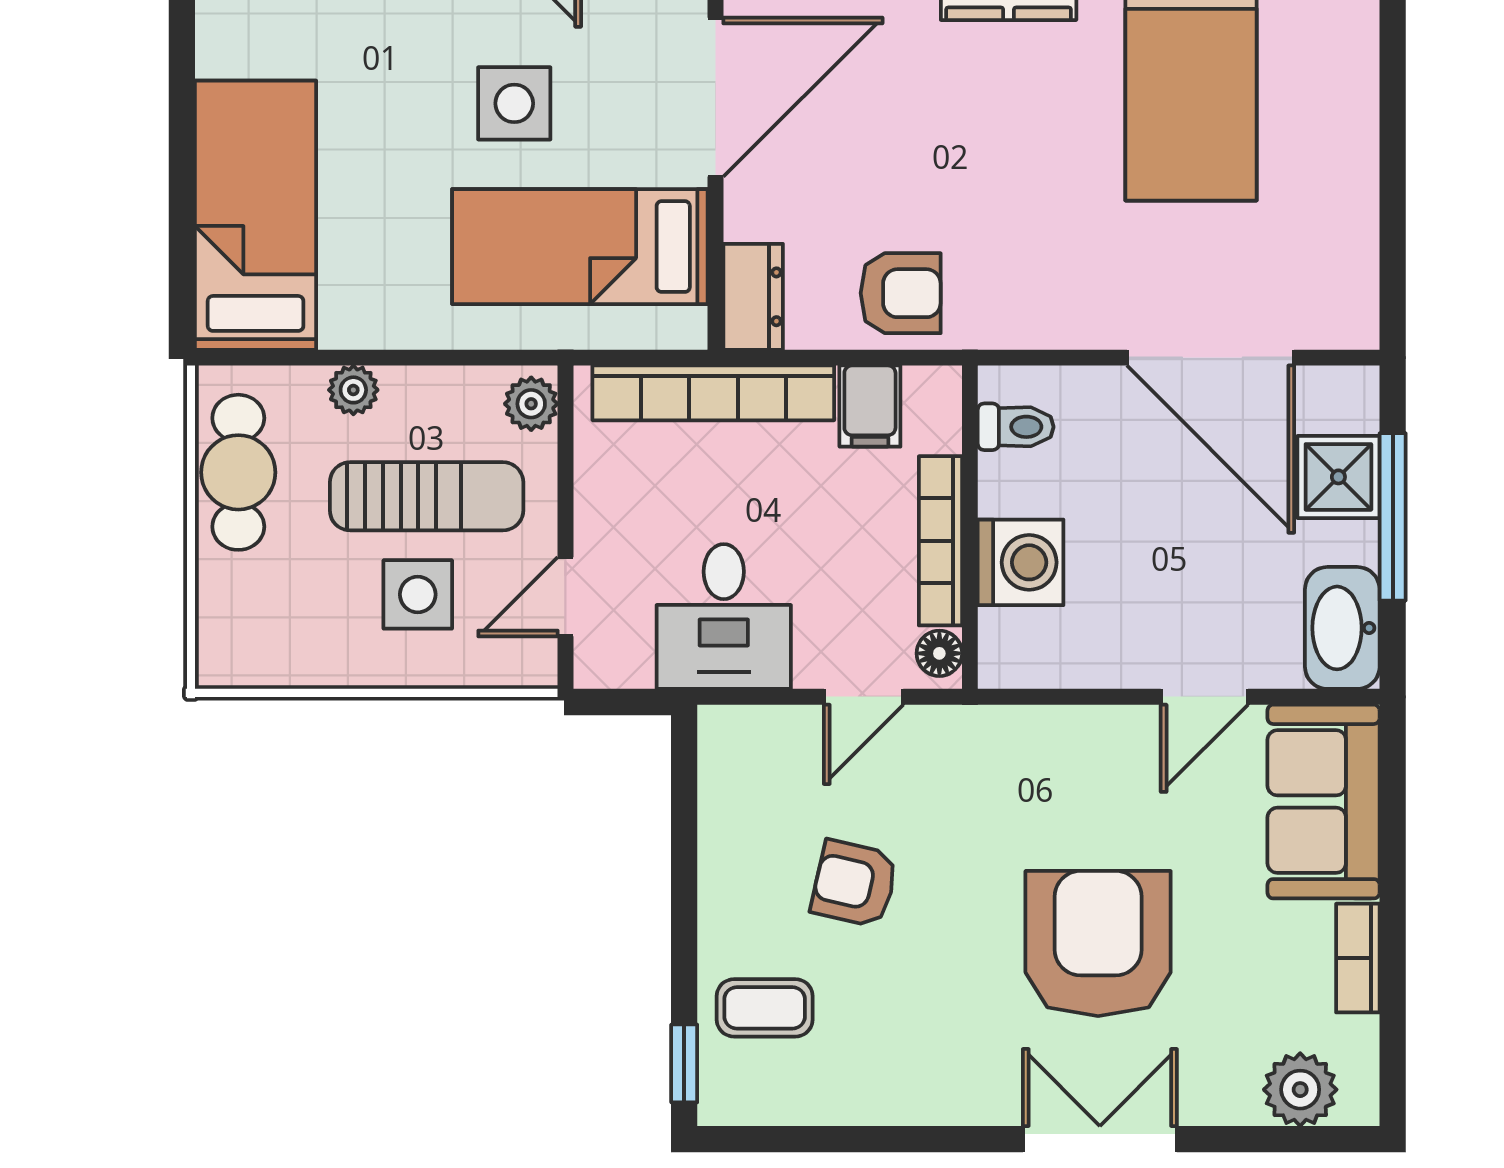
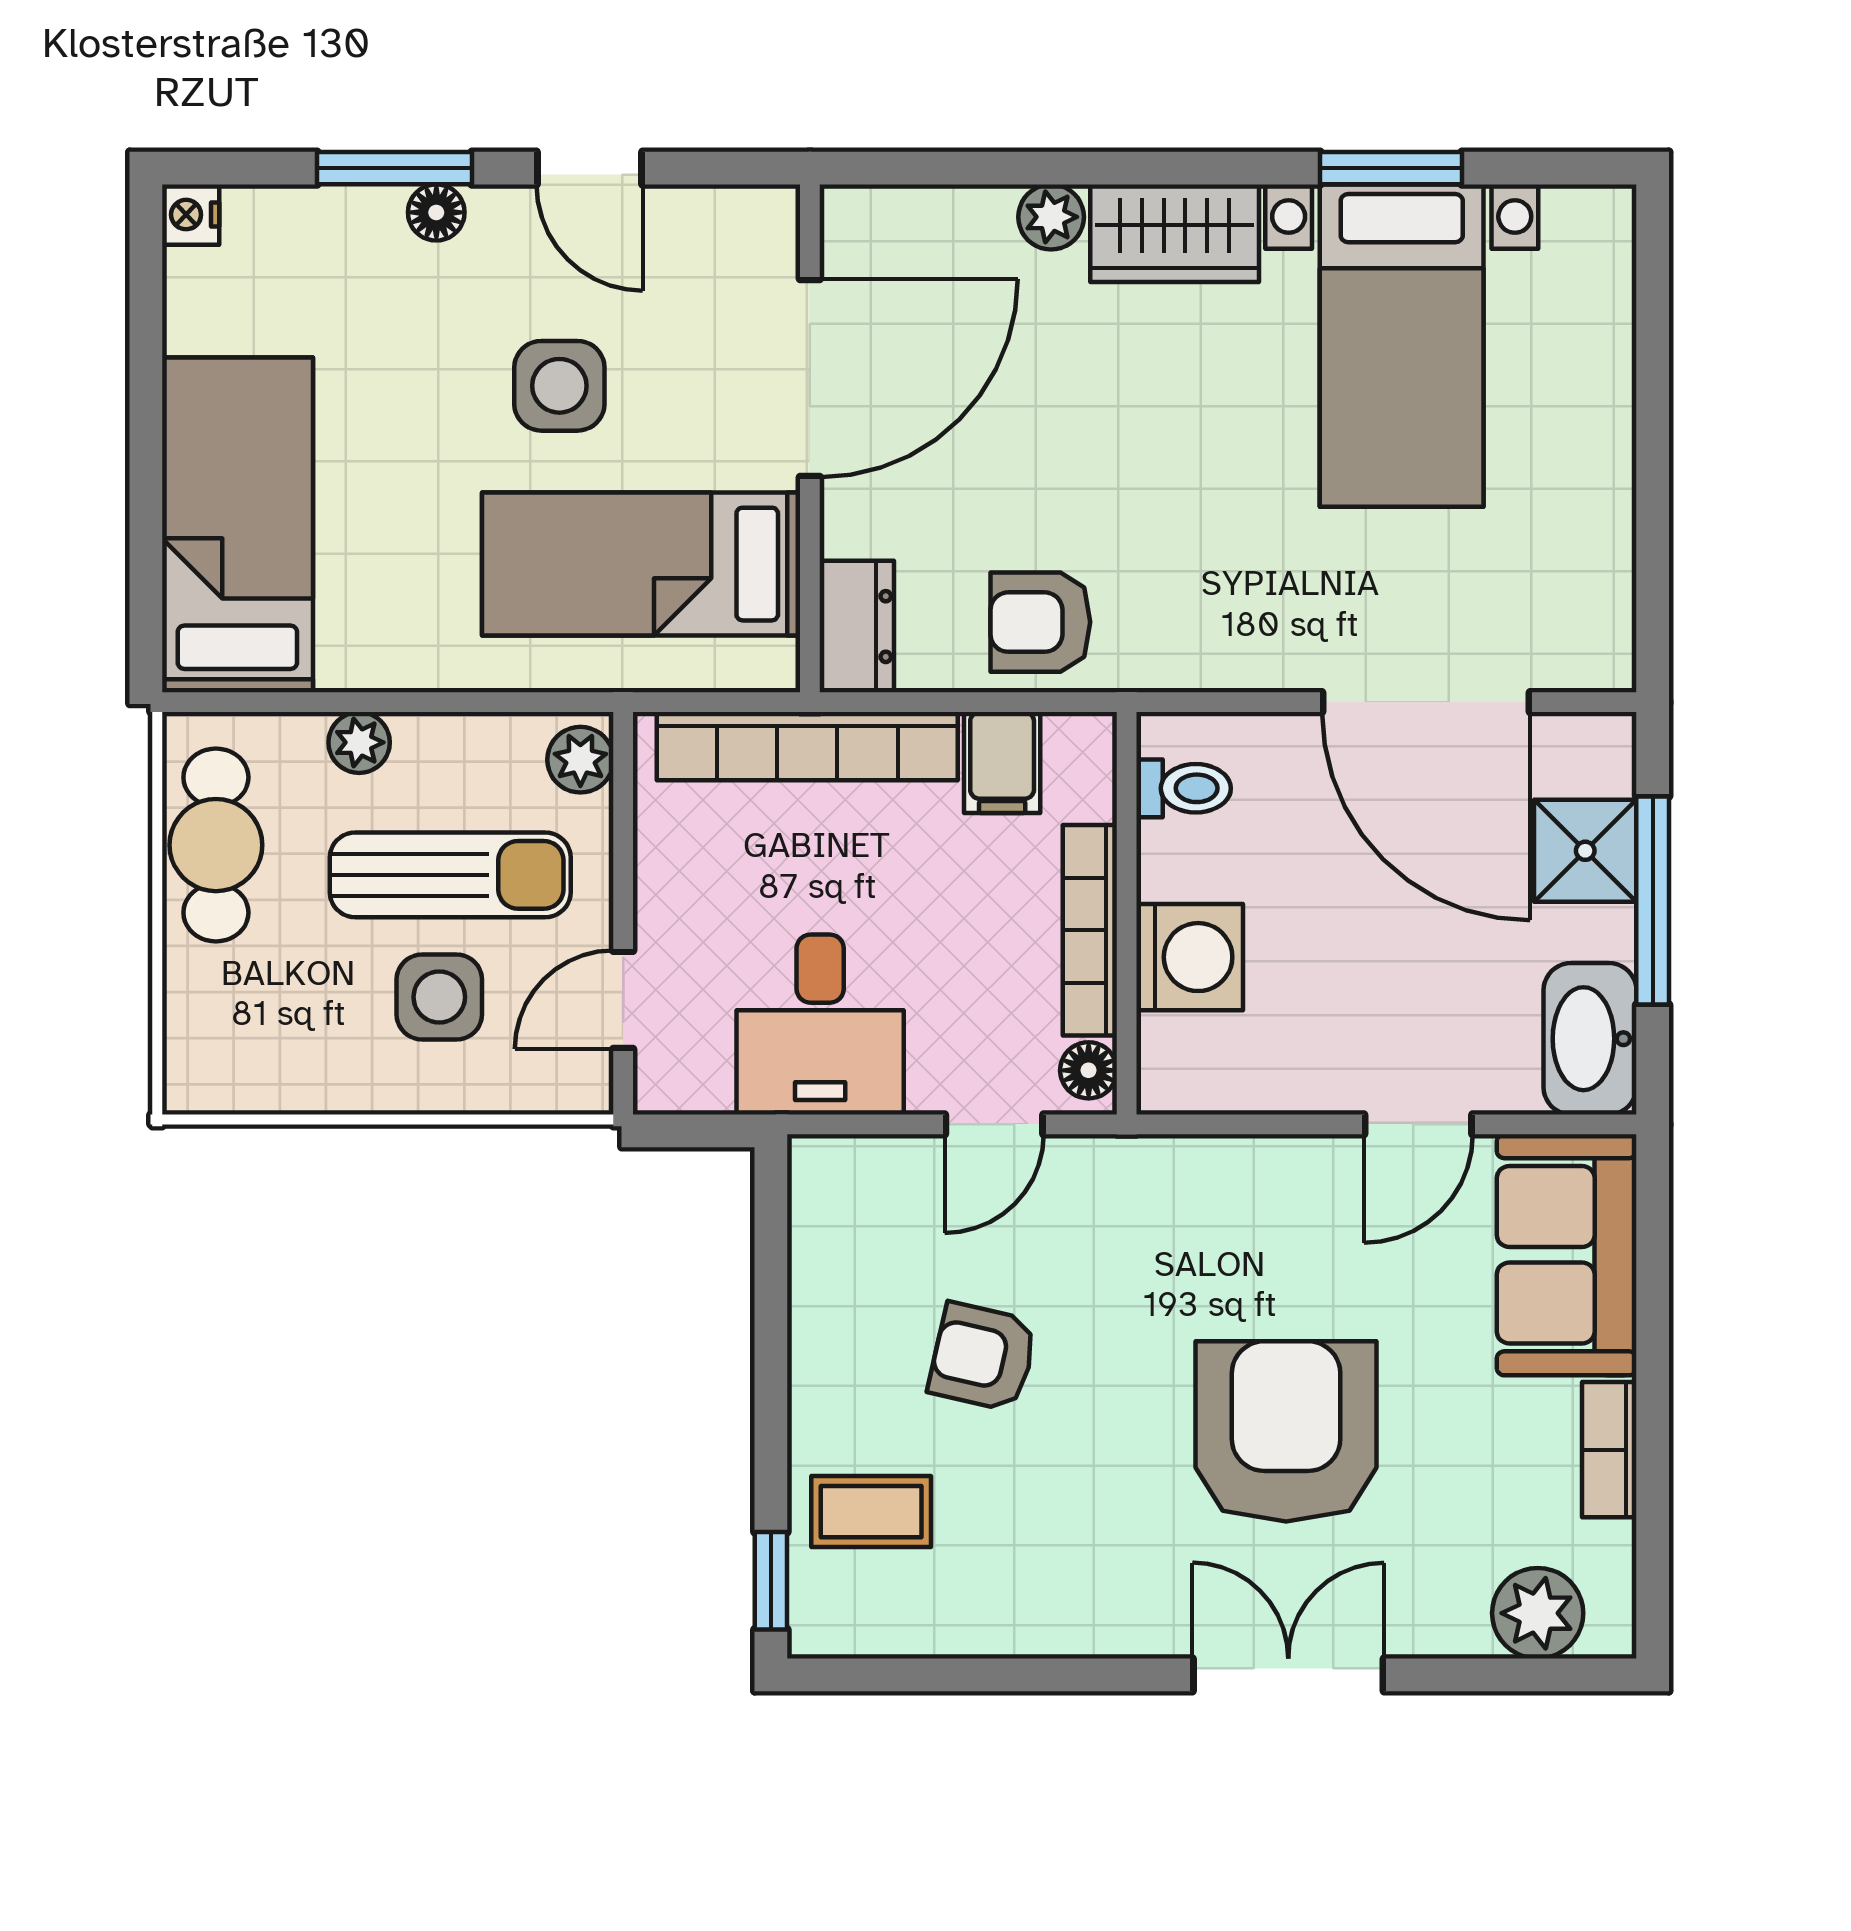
armchair: (901, 293) -> (1040, 622), turned 180

